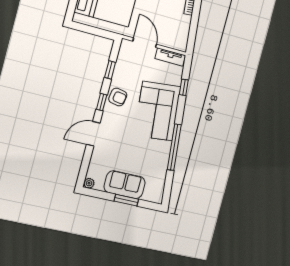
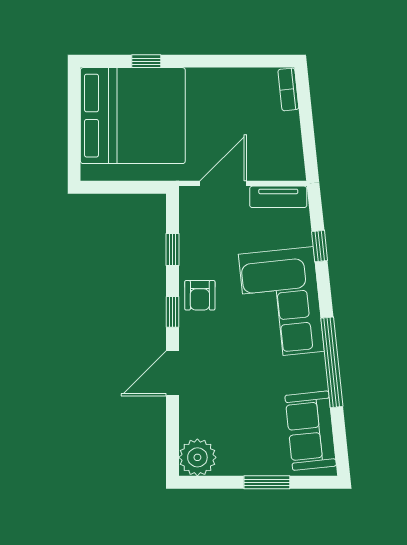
door: (145, 43) -> (223, 183), hinge flipped
armchair: (118, 97) -> (200, 295), turned 80
plant: (89, 183) -> (197, 457), width x1.88, depth x1.88
sofa: (125, 185) -> (311, 431), moved, turned -96

